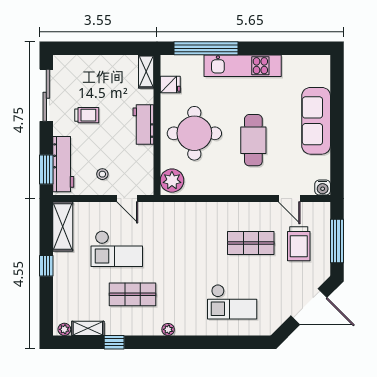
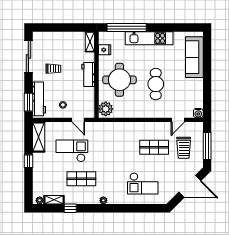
sofa: (316, 121) -> (194, 57), moved
door: (289, 199) -> (178, 120), hinge flipped
checkout: (117, 249) -> (72, 151), turned 180

